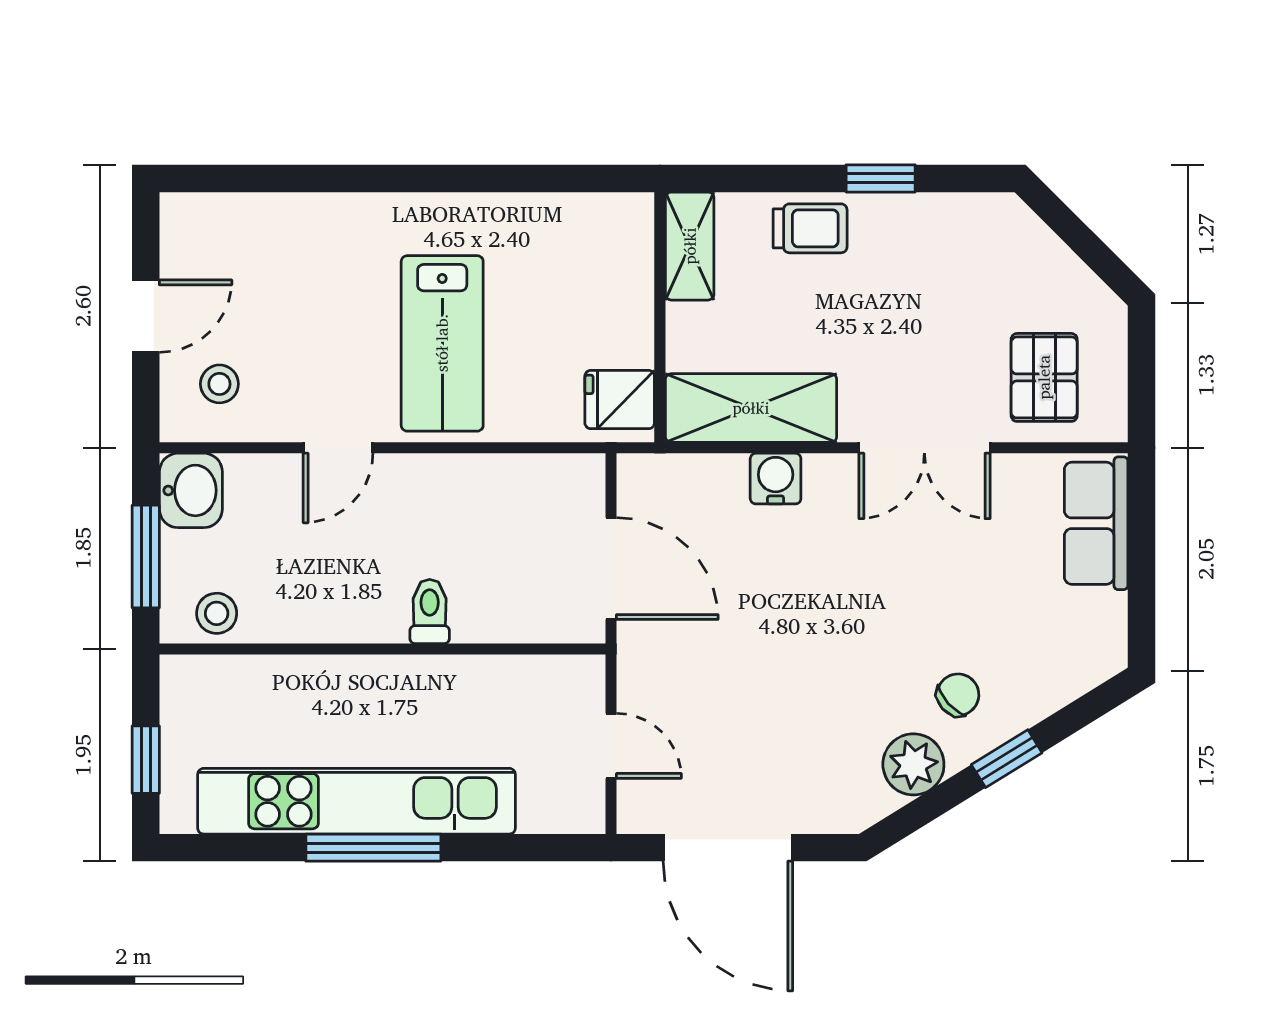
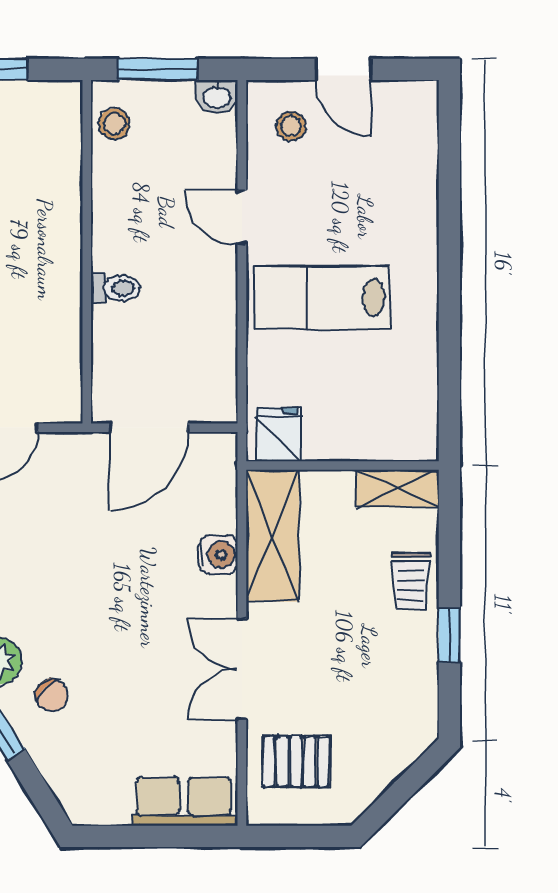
washbasin: (191, 490) -> (217, 97), width x0.72, depth x0.69

